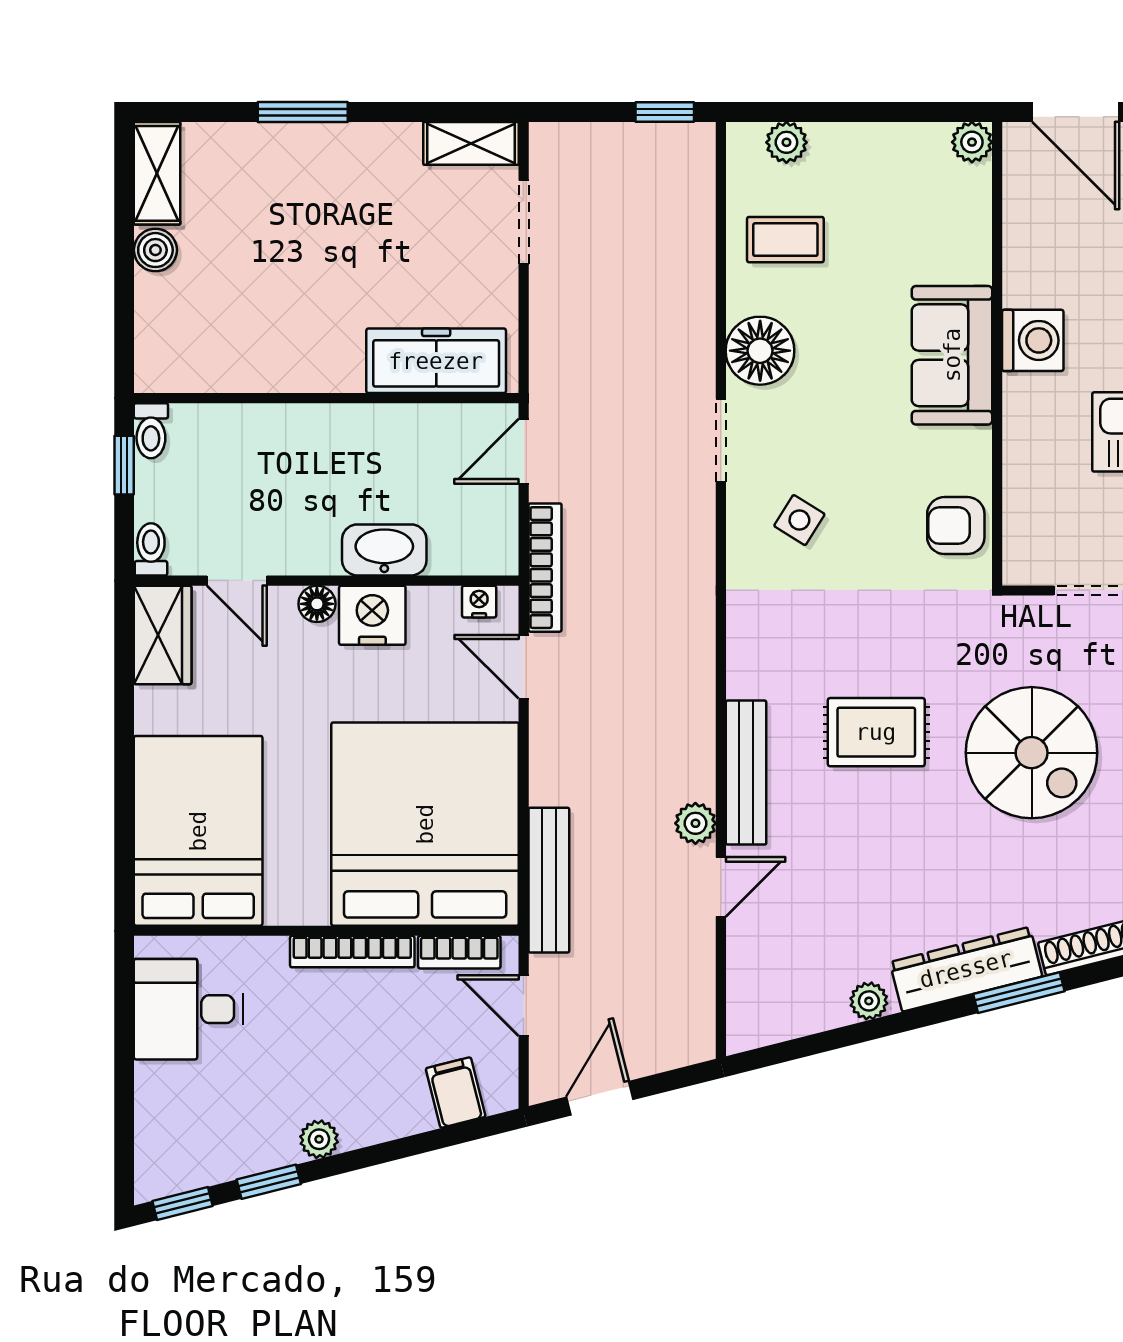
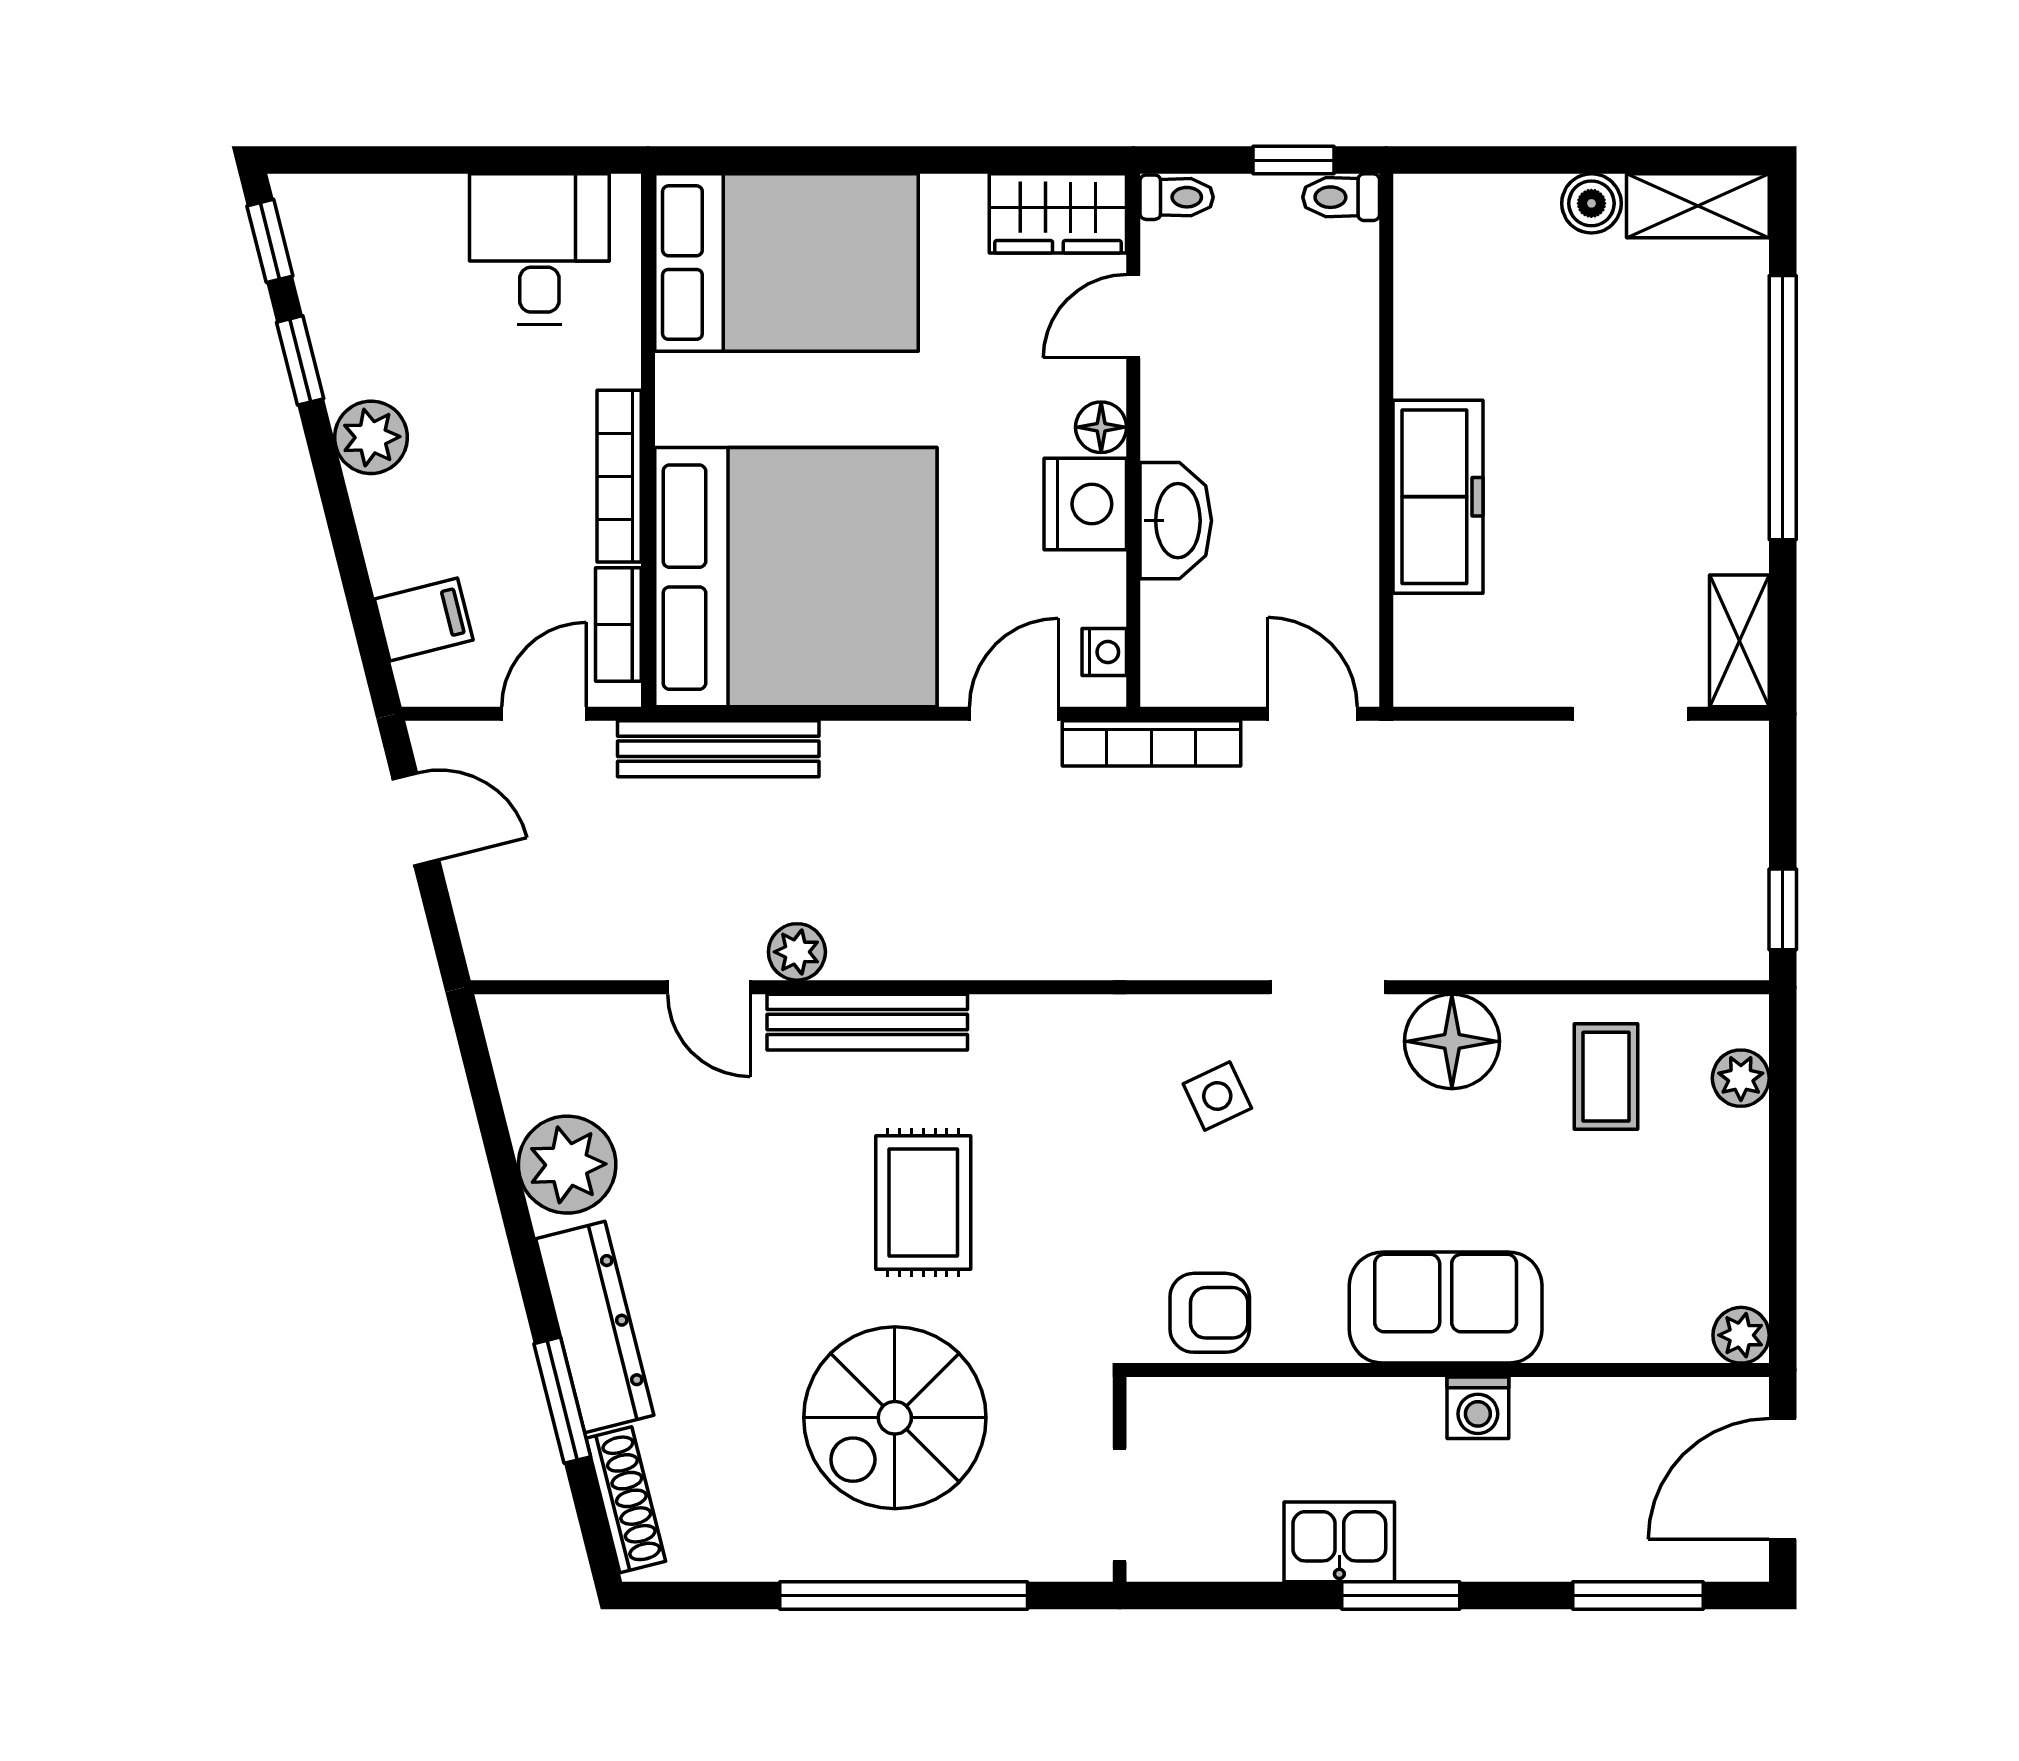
window: (303, 112) -> (1783, 408), width x2.11
washing machine: (1033, 340) -> (1478, 1408), width x0.73, depth x0.73
freezer: (436, 361) -> (1438, 497), moved
side table: (799, 520) -> (1217, 1096), turned 33
armchair: (956, 526) -> (1210, 1313), turned 90
plant: (869, 1001) -> (567, 1165), width x1.88, depth x1.88
plant: (319, 1139) -> (371, 437), width x1.38, depth x1.38

